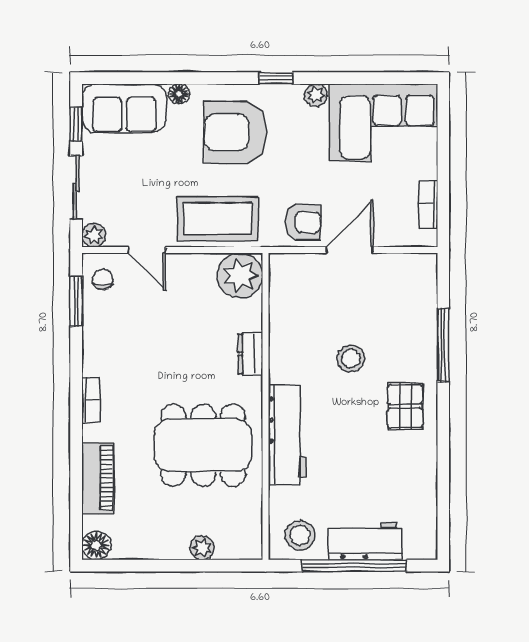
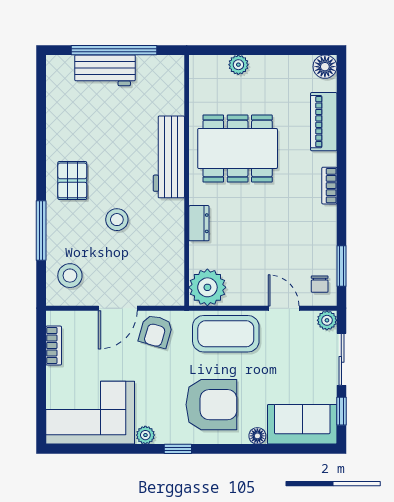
armchair: (303, 222) -> (156, 331), turned -76
stool: (300, 535) -> (70, 276), moved

